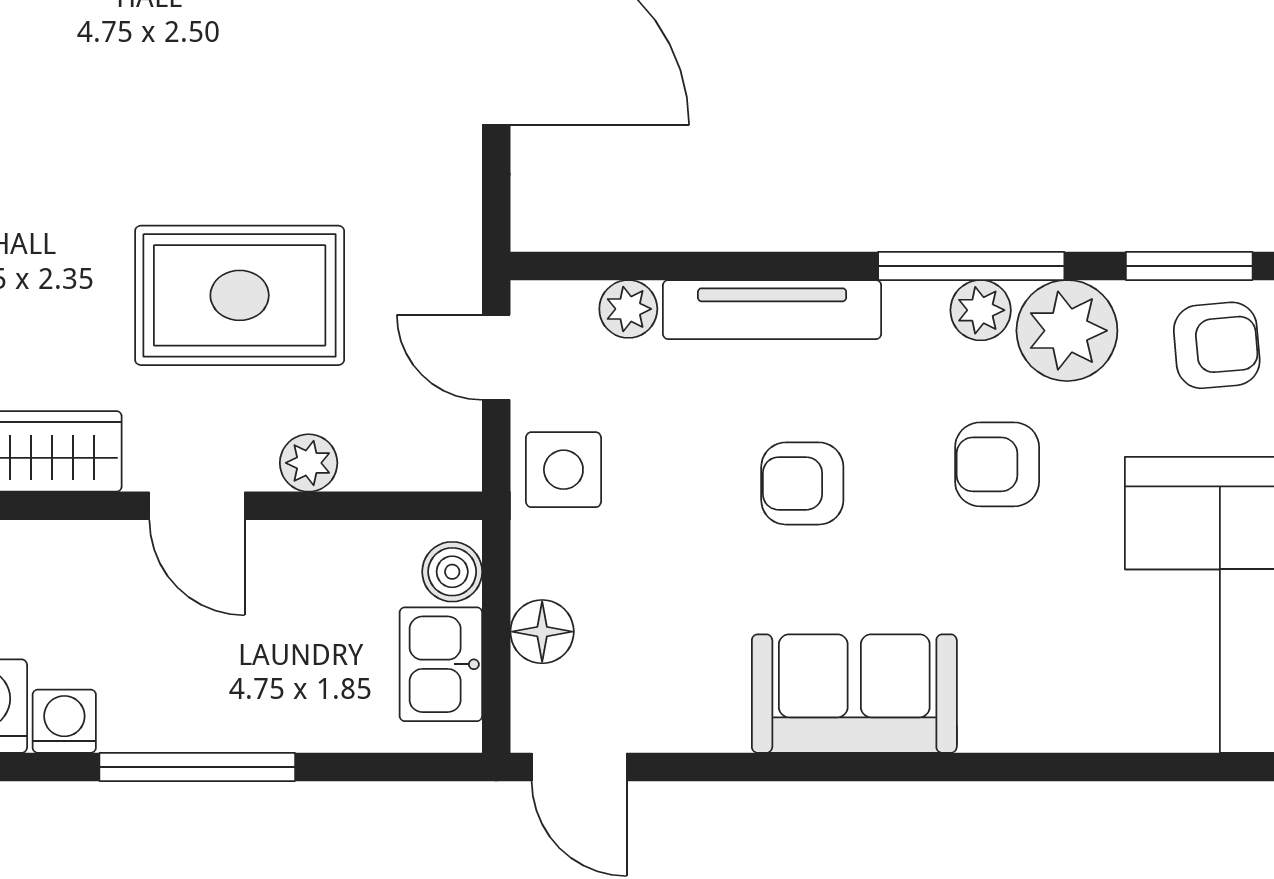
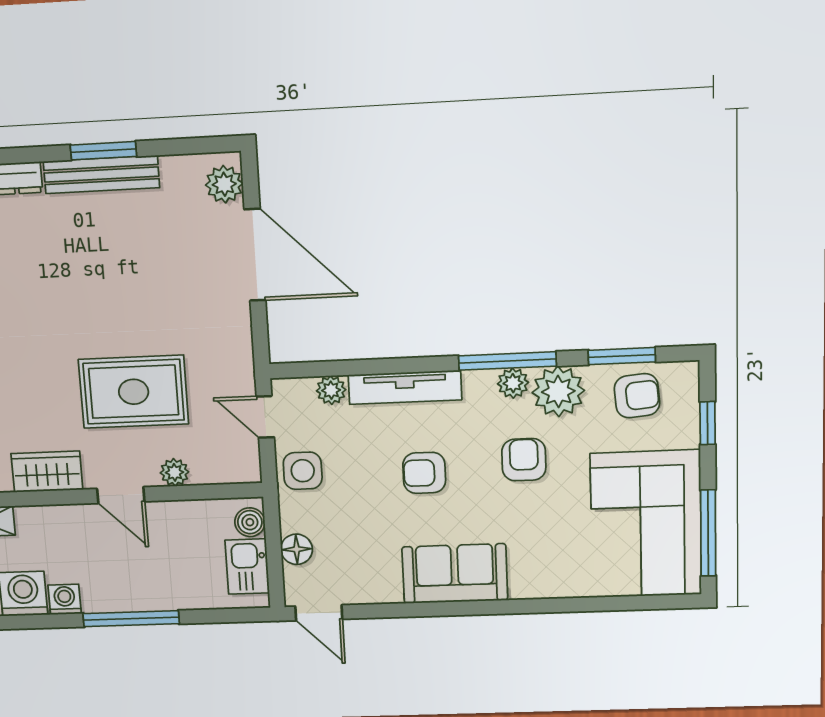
armchair: (997, 464) -> (524, 460), turned 90

